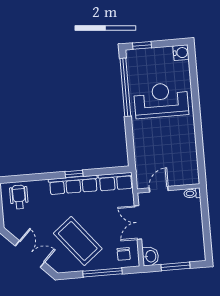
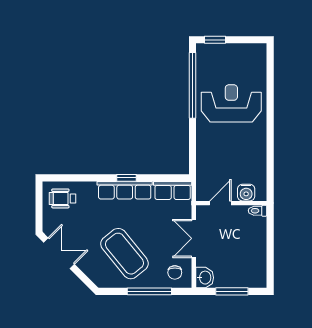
water cooler: (181, 53) -> (246, 193), moved, turned 90
wheelchair: (19, 197) -> (63, 198), turned -90
double door: (30, 254) -> (59, 253), moved

